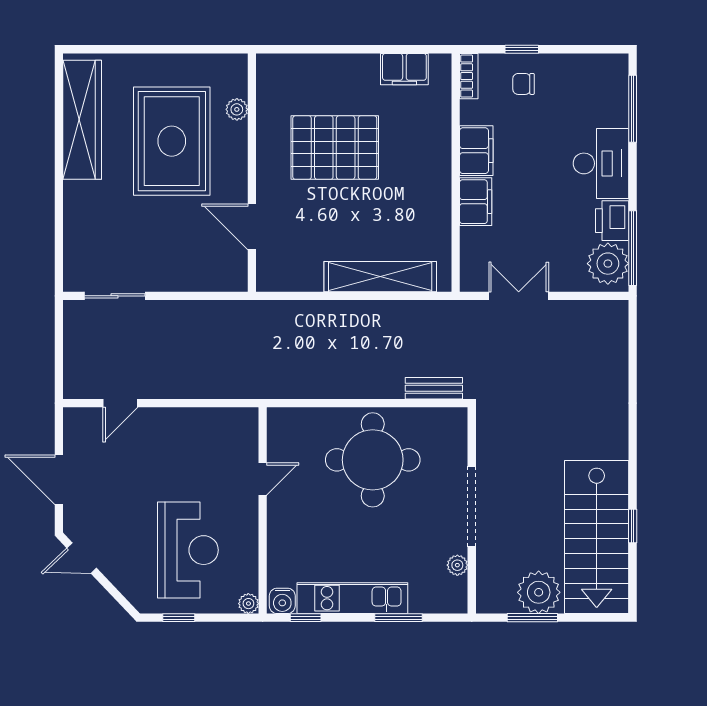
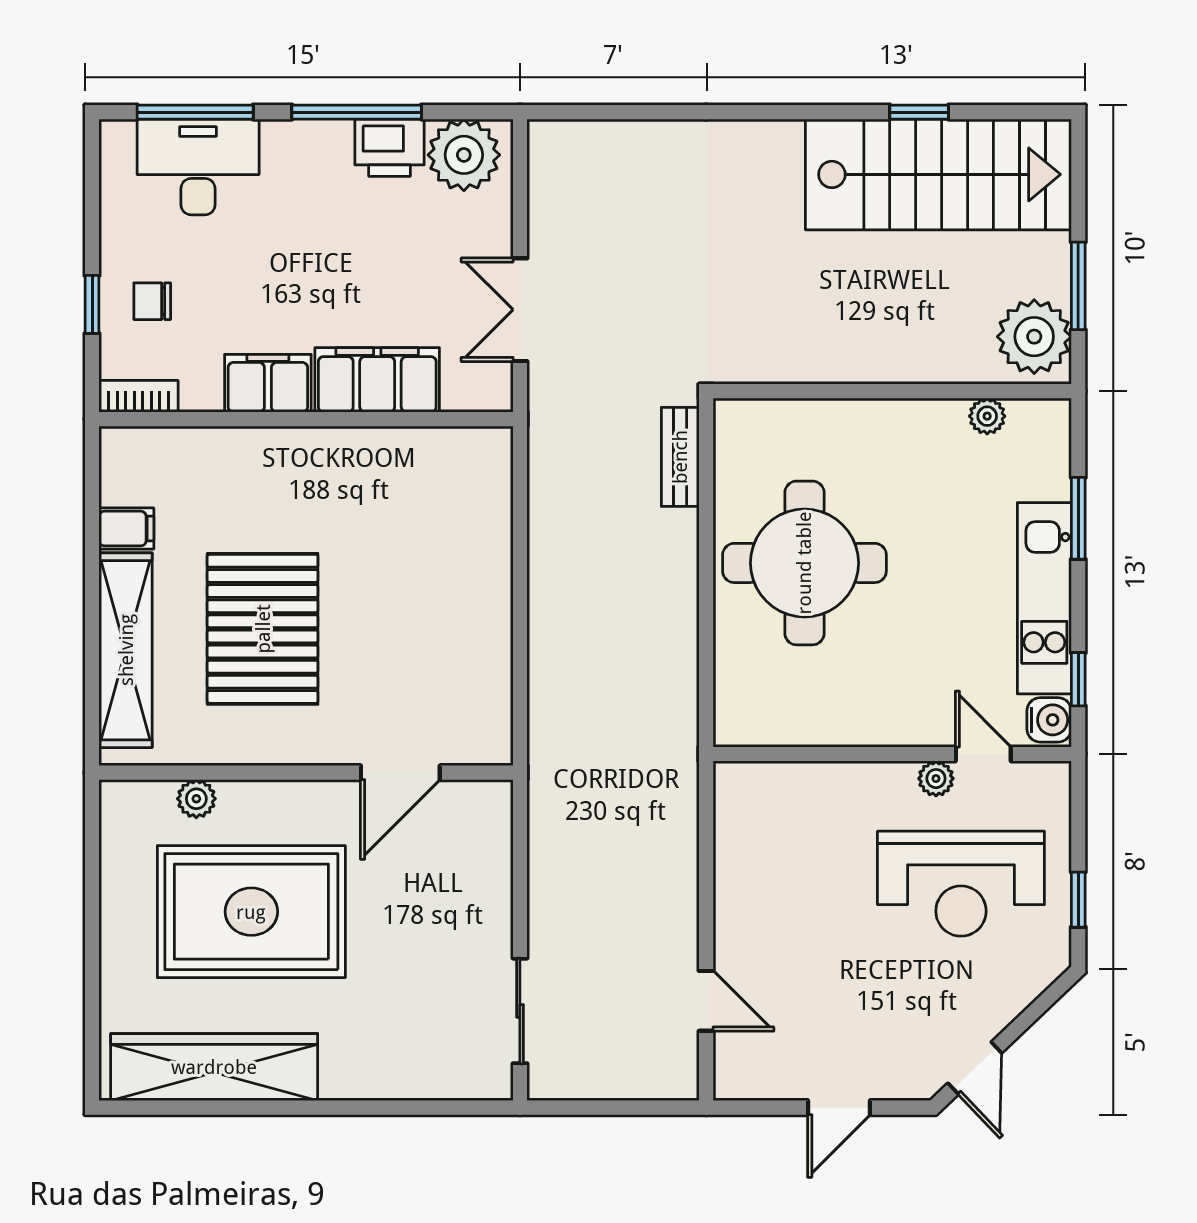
filing cabinet: (404, 69) -> (126, 529), width x0.50
chair: (524, 84) -> (152, 301), turned 90
desk: (601, 163) -> (198, 167), moved
filing cabinet: (476, 202) -> (377, 380), width x1.50, depth x1.17
window: (633, 248) -> (357, 112), moved
shelving: (380, 277) -> (126, 650), moved
door: (263, 479) -> (983, 754), moved
door: (59, 480) -> (839, 1108), width x0.73
doorway: (472, 507) -> (886, 391), removed
reception desk: (188, 550) -> (961, 884), turned 180
plant: (539, 592) -> (1034, 337), moved
plant: (248, 604) -> (936, 779), moved

